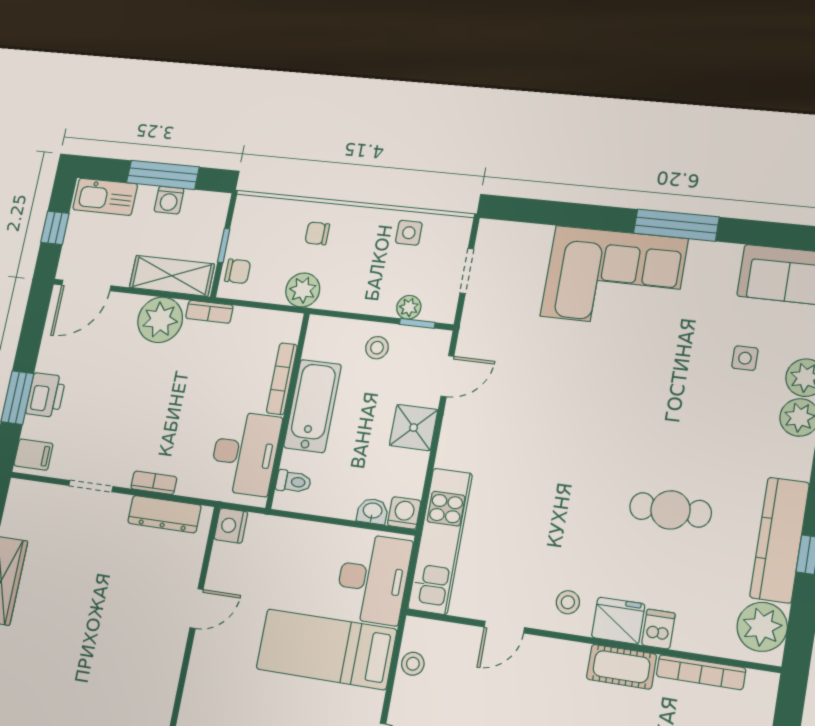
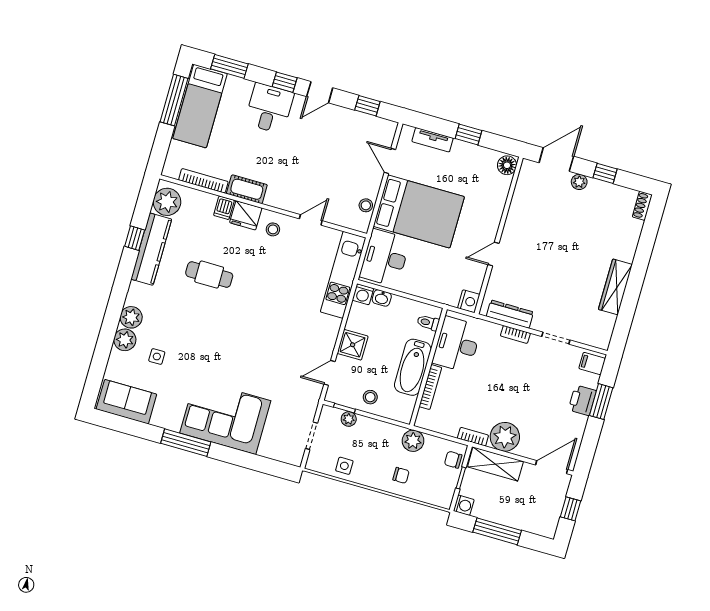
kitchen sink: (105, 197) -> (536, 524), removed
washing machine: (169, 200) -> (464, 505), moved, turned 90
bed: (326, 649) -> (419, 211), width x1.50

